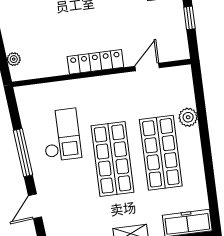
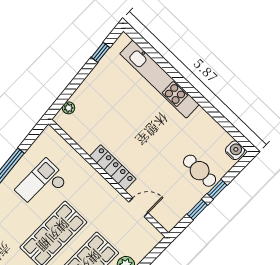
checkout: (61, 135) -> (41, 185), turned 180

